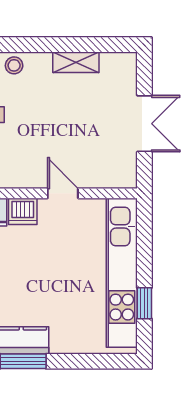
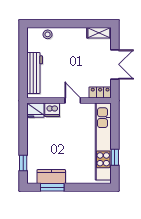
shelving: (76, 62) -> (99, 33), moved
locker: (116, 178) -> (100, 92), added

